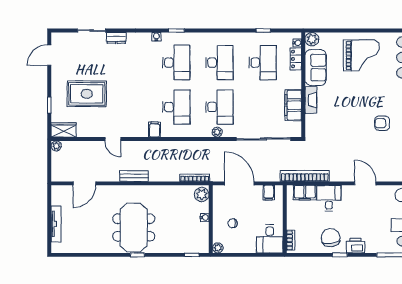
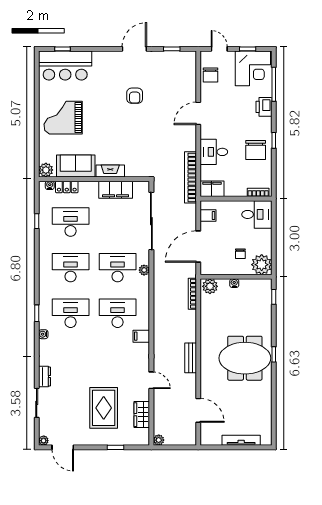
plant: (56, 37) -> (44, 441), added
grand piano: (361, 55) -> (63, 118), turned -90
wardrobe: (64, 130) -> (142, 415), moved
door: (113, 139) -> (151, 380), hinge flipped
filing cabinet: (305, 193) -> (212, 189), moved, turned -90
chair: (331, 238) -> (256, 150), turned -84
printer: (356, 246) -> (264, 107), moved
plant: (218, 248) -> (262, 265), width x1.87, depth x1.87

